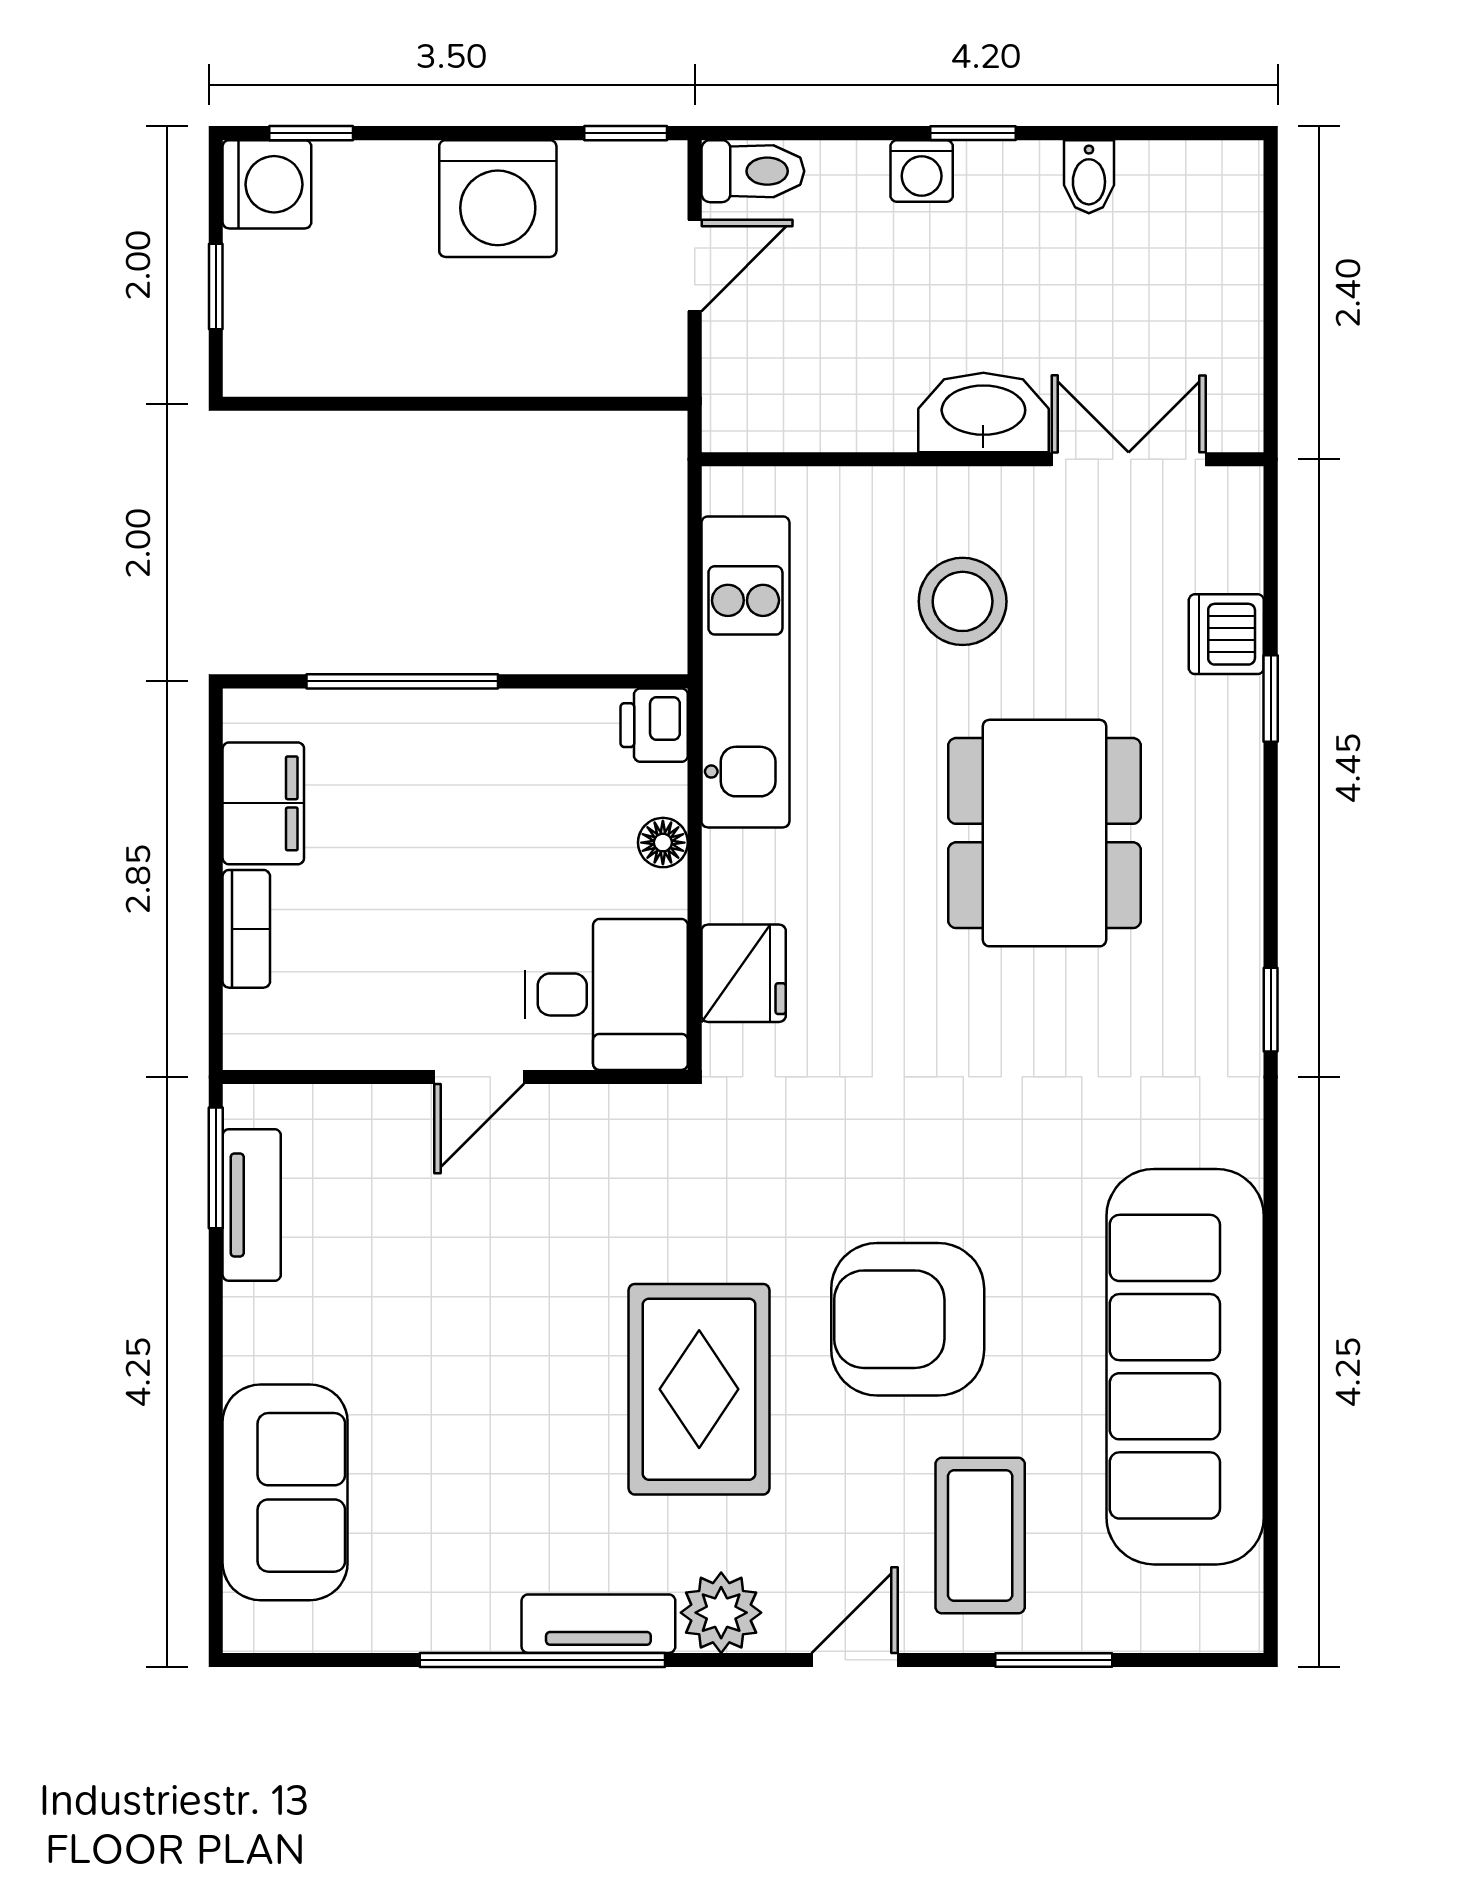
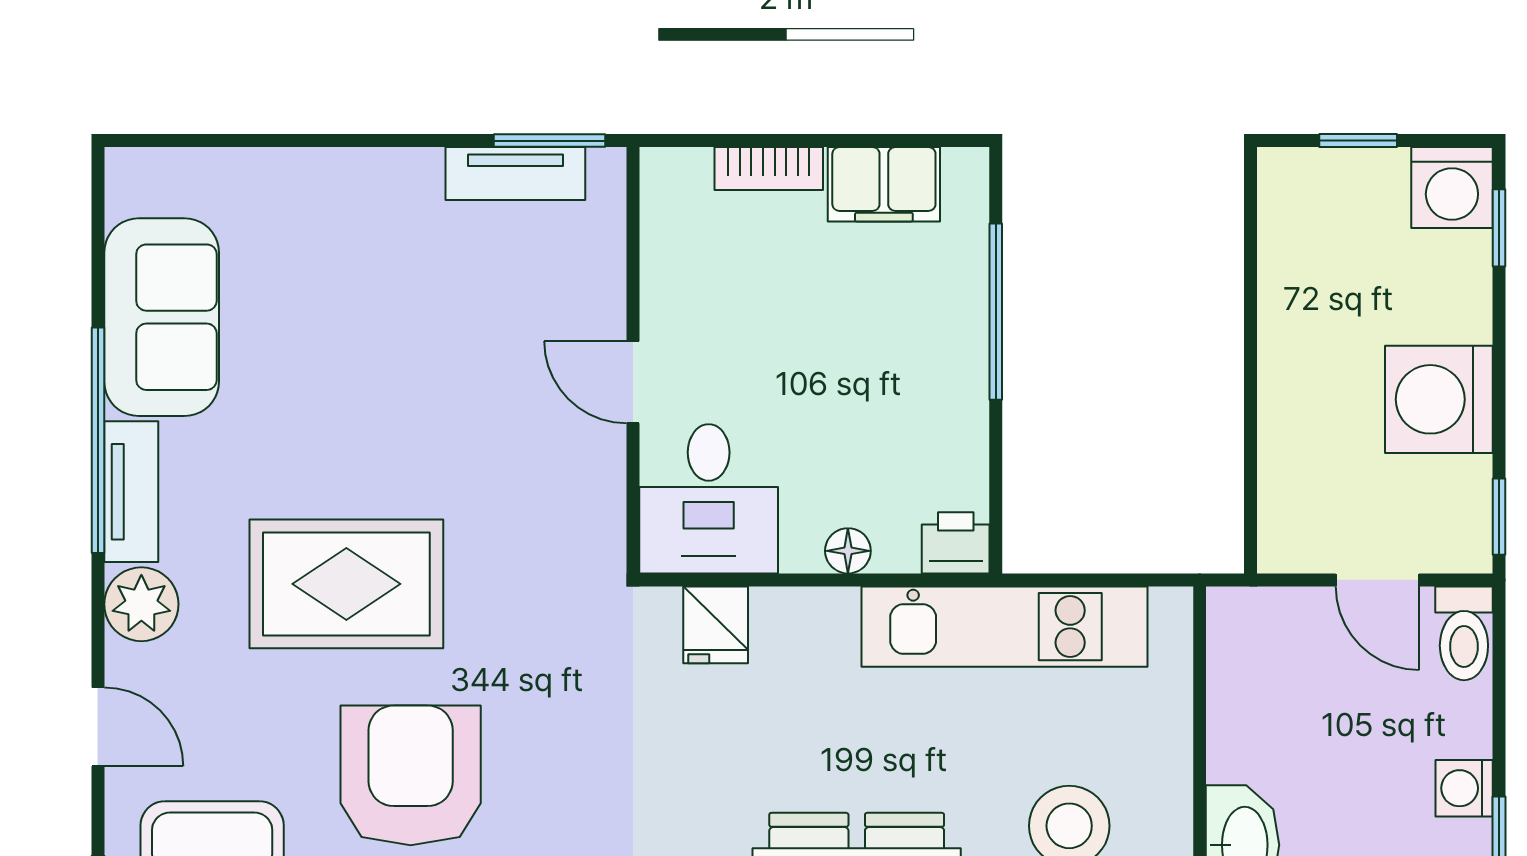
fridge: (744, 973) -> (716, 625), width x0.72
sofa: (285, 1492) -> (162, 317), moved, turned -90

